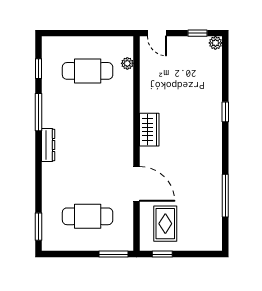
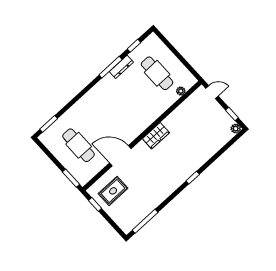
door: (157, 33) -> (212, 92), swing flipped
window: (225, 112) -> (193, 178), moved
dresser: (48, 145) -> (121, 67), moved
door: (137, 184) -> (120, 156), swing flipped
window: (225, 196) -> (145, 221), moved

